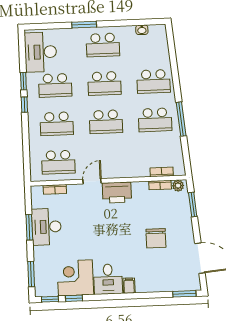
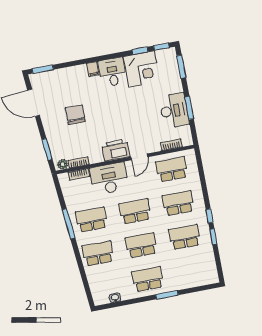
desk: (41, 52) -> (109, 179), moved, turned -90

